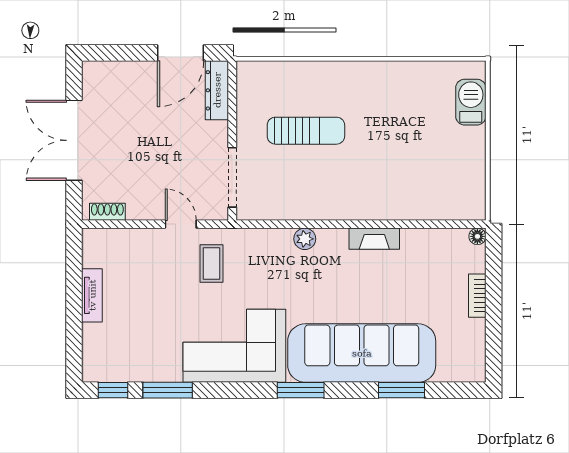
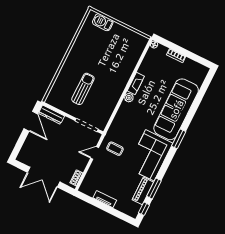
plant: (305, 239) -> (129, 98), moved
piano: (150, 369) -> (143, 191), added
window: (401, 390) -> (197, 101), removed

